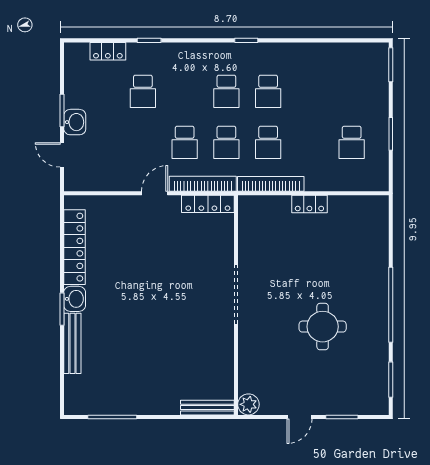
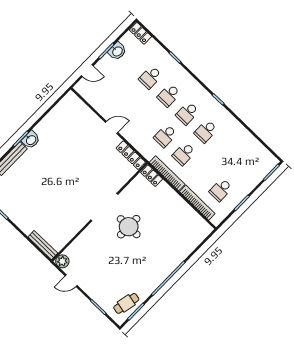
locker: (108, 51) -> (141, 33), moved
washbasin: (75, 122) -> (117, 51), moved
school desk: (185, 142) -> (169, 95), moved
door: (62, 155) -> (87, 71), swing flipped
bookcase: (203, 184) -> (197, 203), moved
locker: (309, 204) -> (152, 176), moved
locker: (75, 247) -> (53, 117), removed
round table: (323, 327) -> (129, 227), moved
cafe table: (370, 381) -> (126, 303), added
door: (299, 417) -> (71, 281), moved

